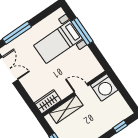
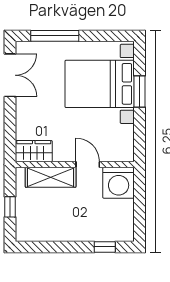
window: (82, 31) -> (139, 91), width x0.69
bed with nightstands: (58, 42) -> (100, 84), width x1.36

